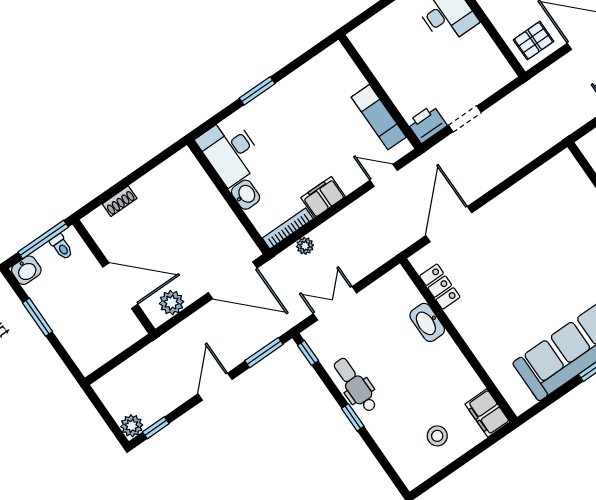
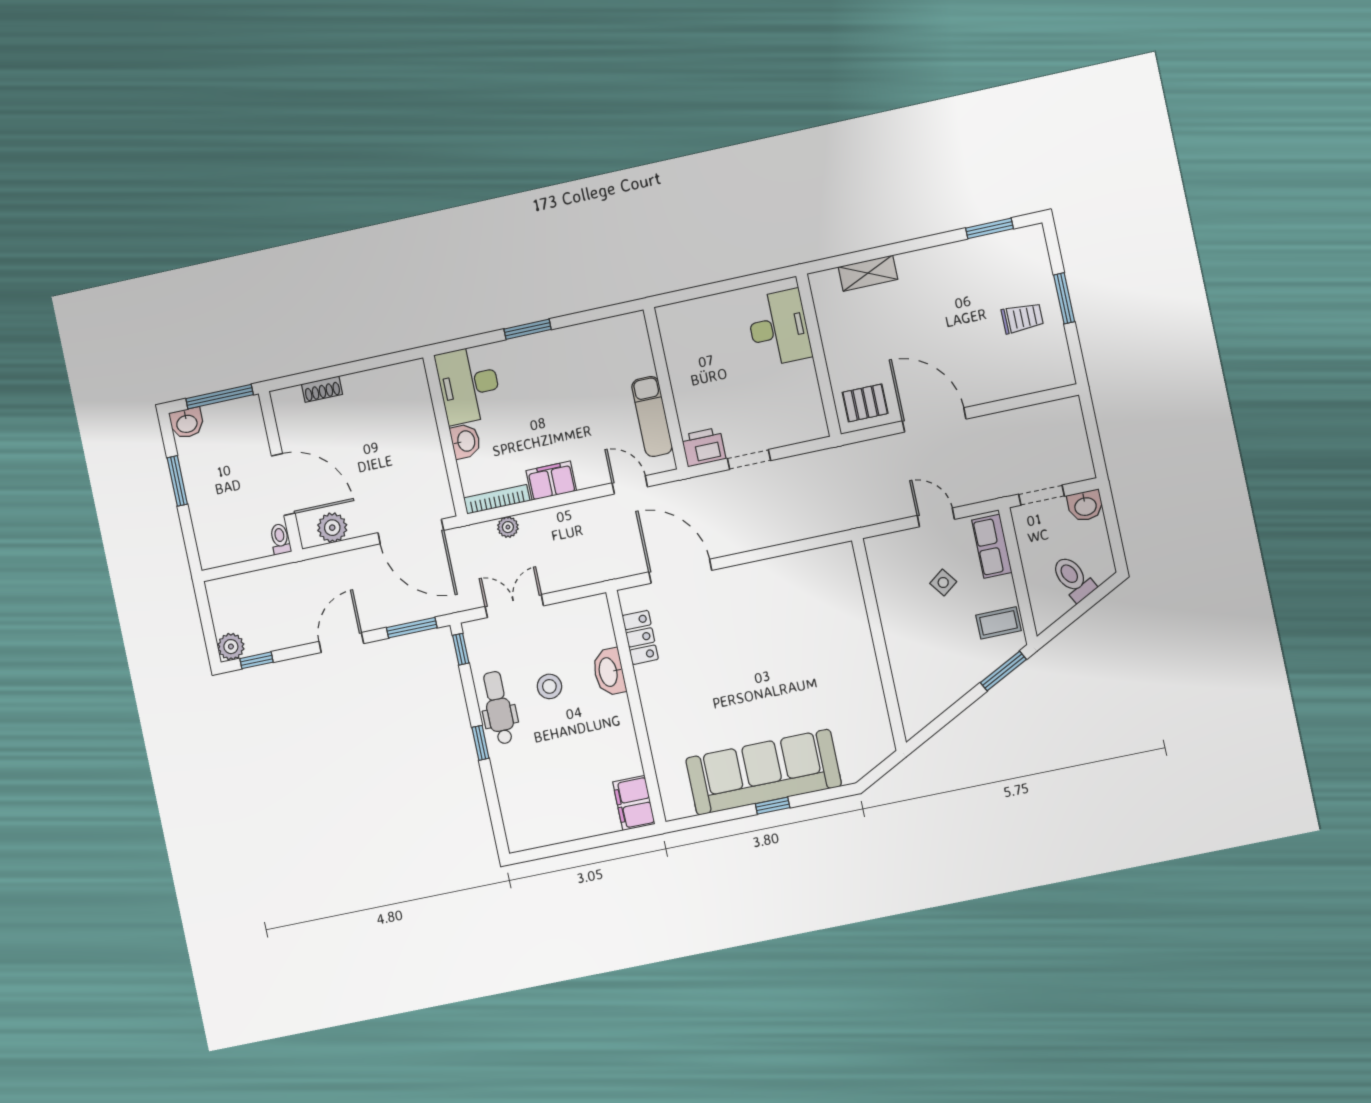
door: (449, 224) -> (680, 571), hinge flipped
toilet: (61, 247) -> (280, 539), moved, turned 180
stool: (437, 436) -> (549, 686), moved

